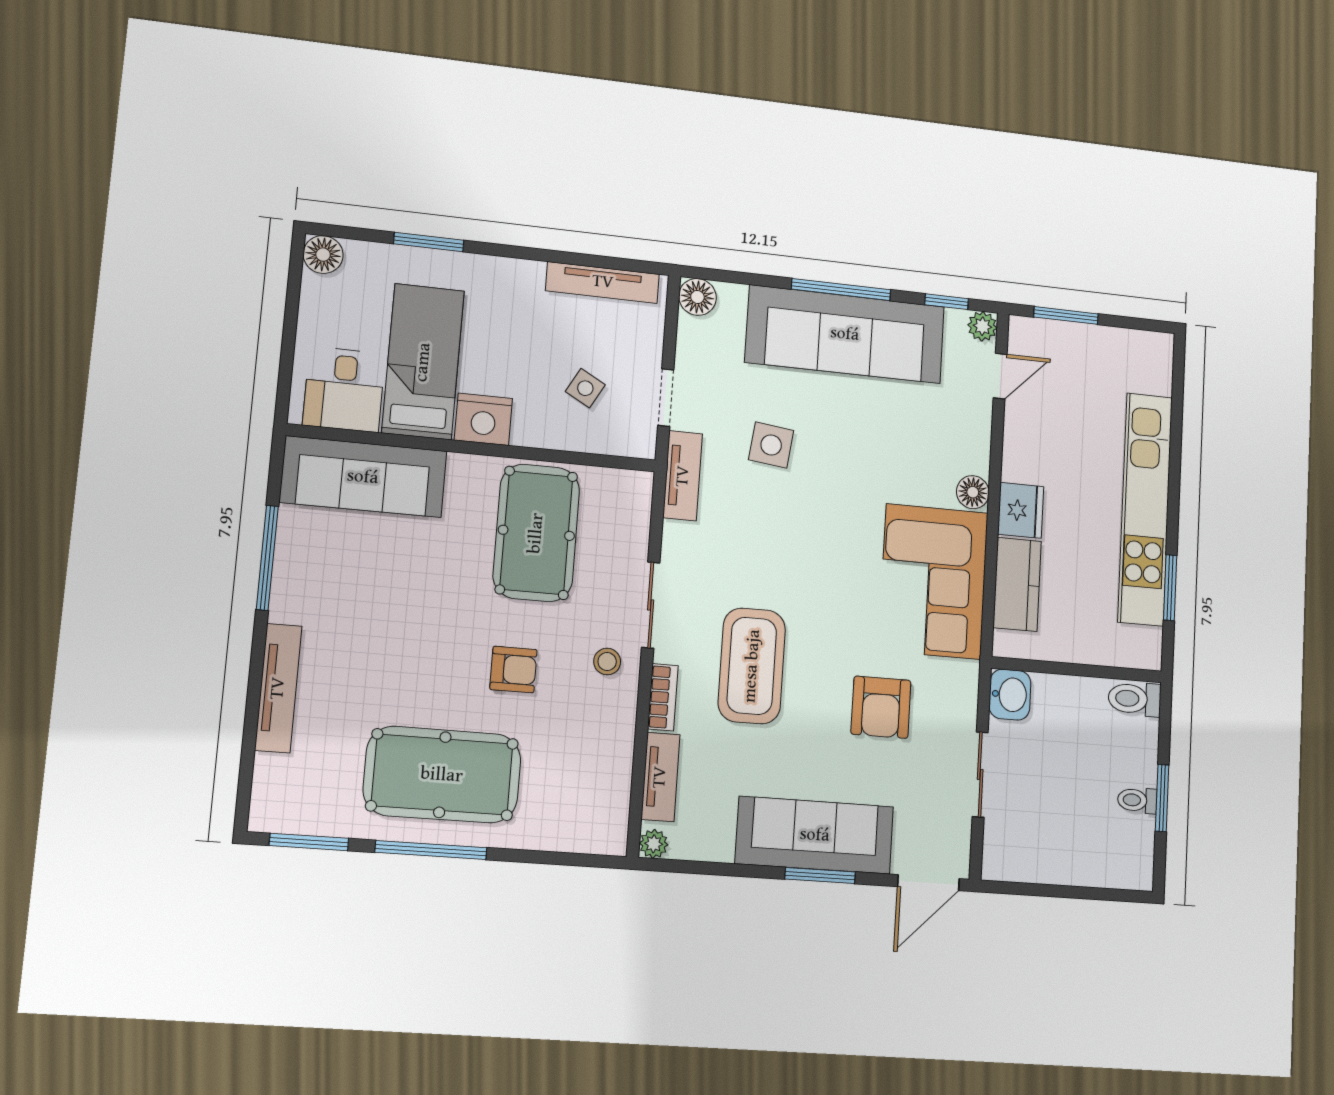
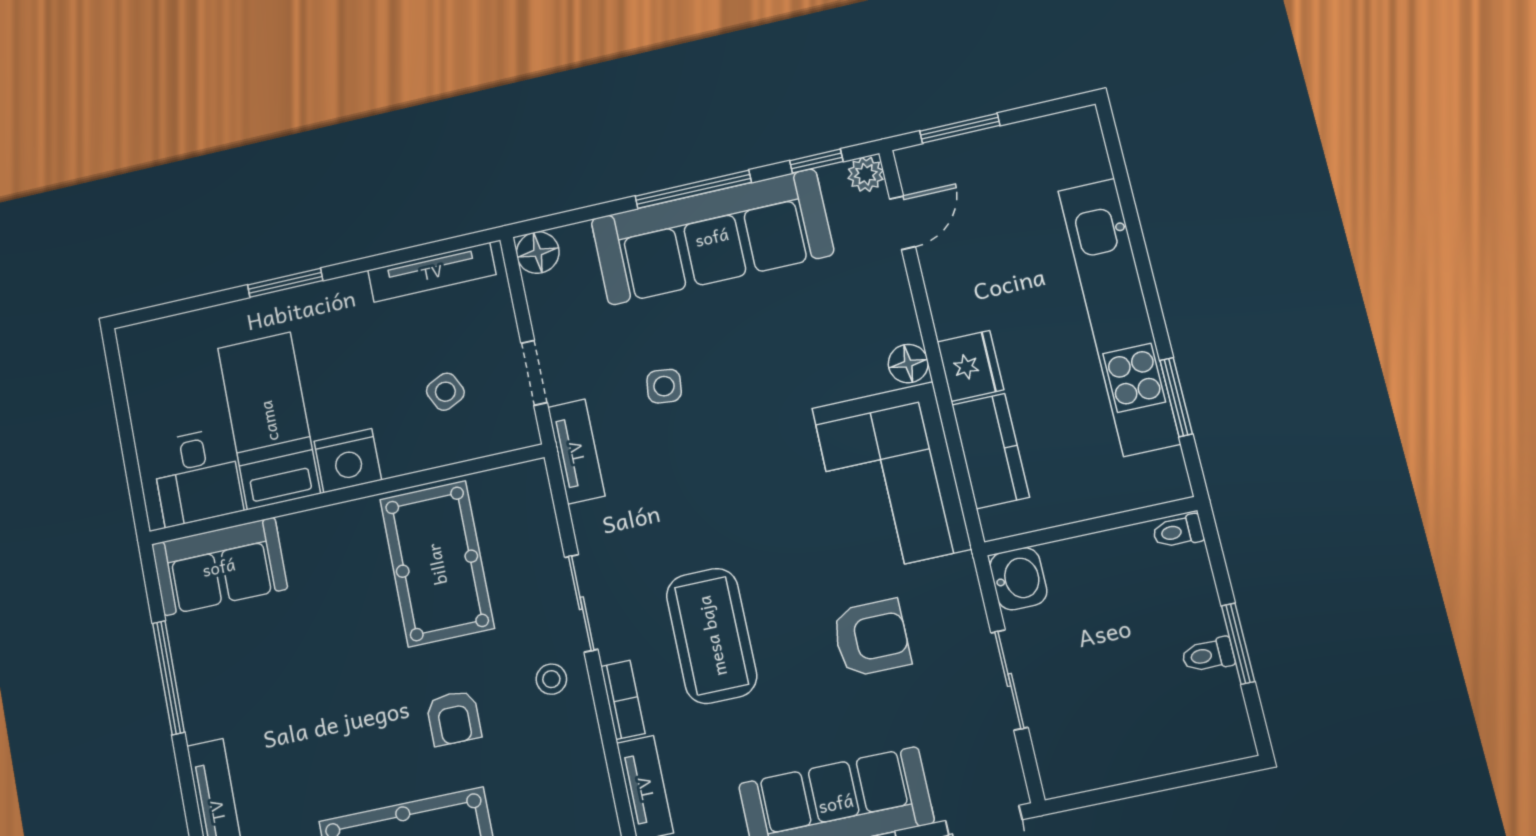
window: (429, 242) -> (285, 283), moved
floor lamp: (323, 255) -> (138, 344), removed
side table: (585, 388) -> (445, 392), turned 35
side table: (771, 445) -> (664, 386), width x0.73, depth x0.73
sofa: (363, 477) -> (219, 567), width x0.73
armchair: (513, 670) -> (454, 718), turned 90
toilet: (1135, 699) -> (1178, 531), width x0.73, depth x0.72
armchair: (881, 707) -> (871, 638), turned -90

